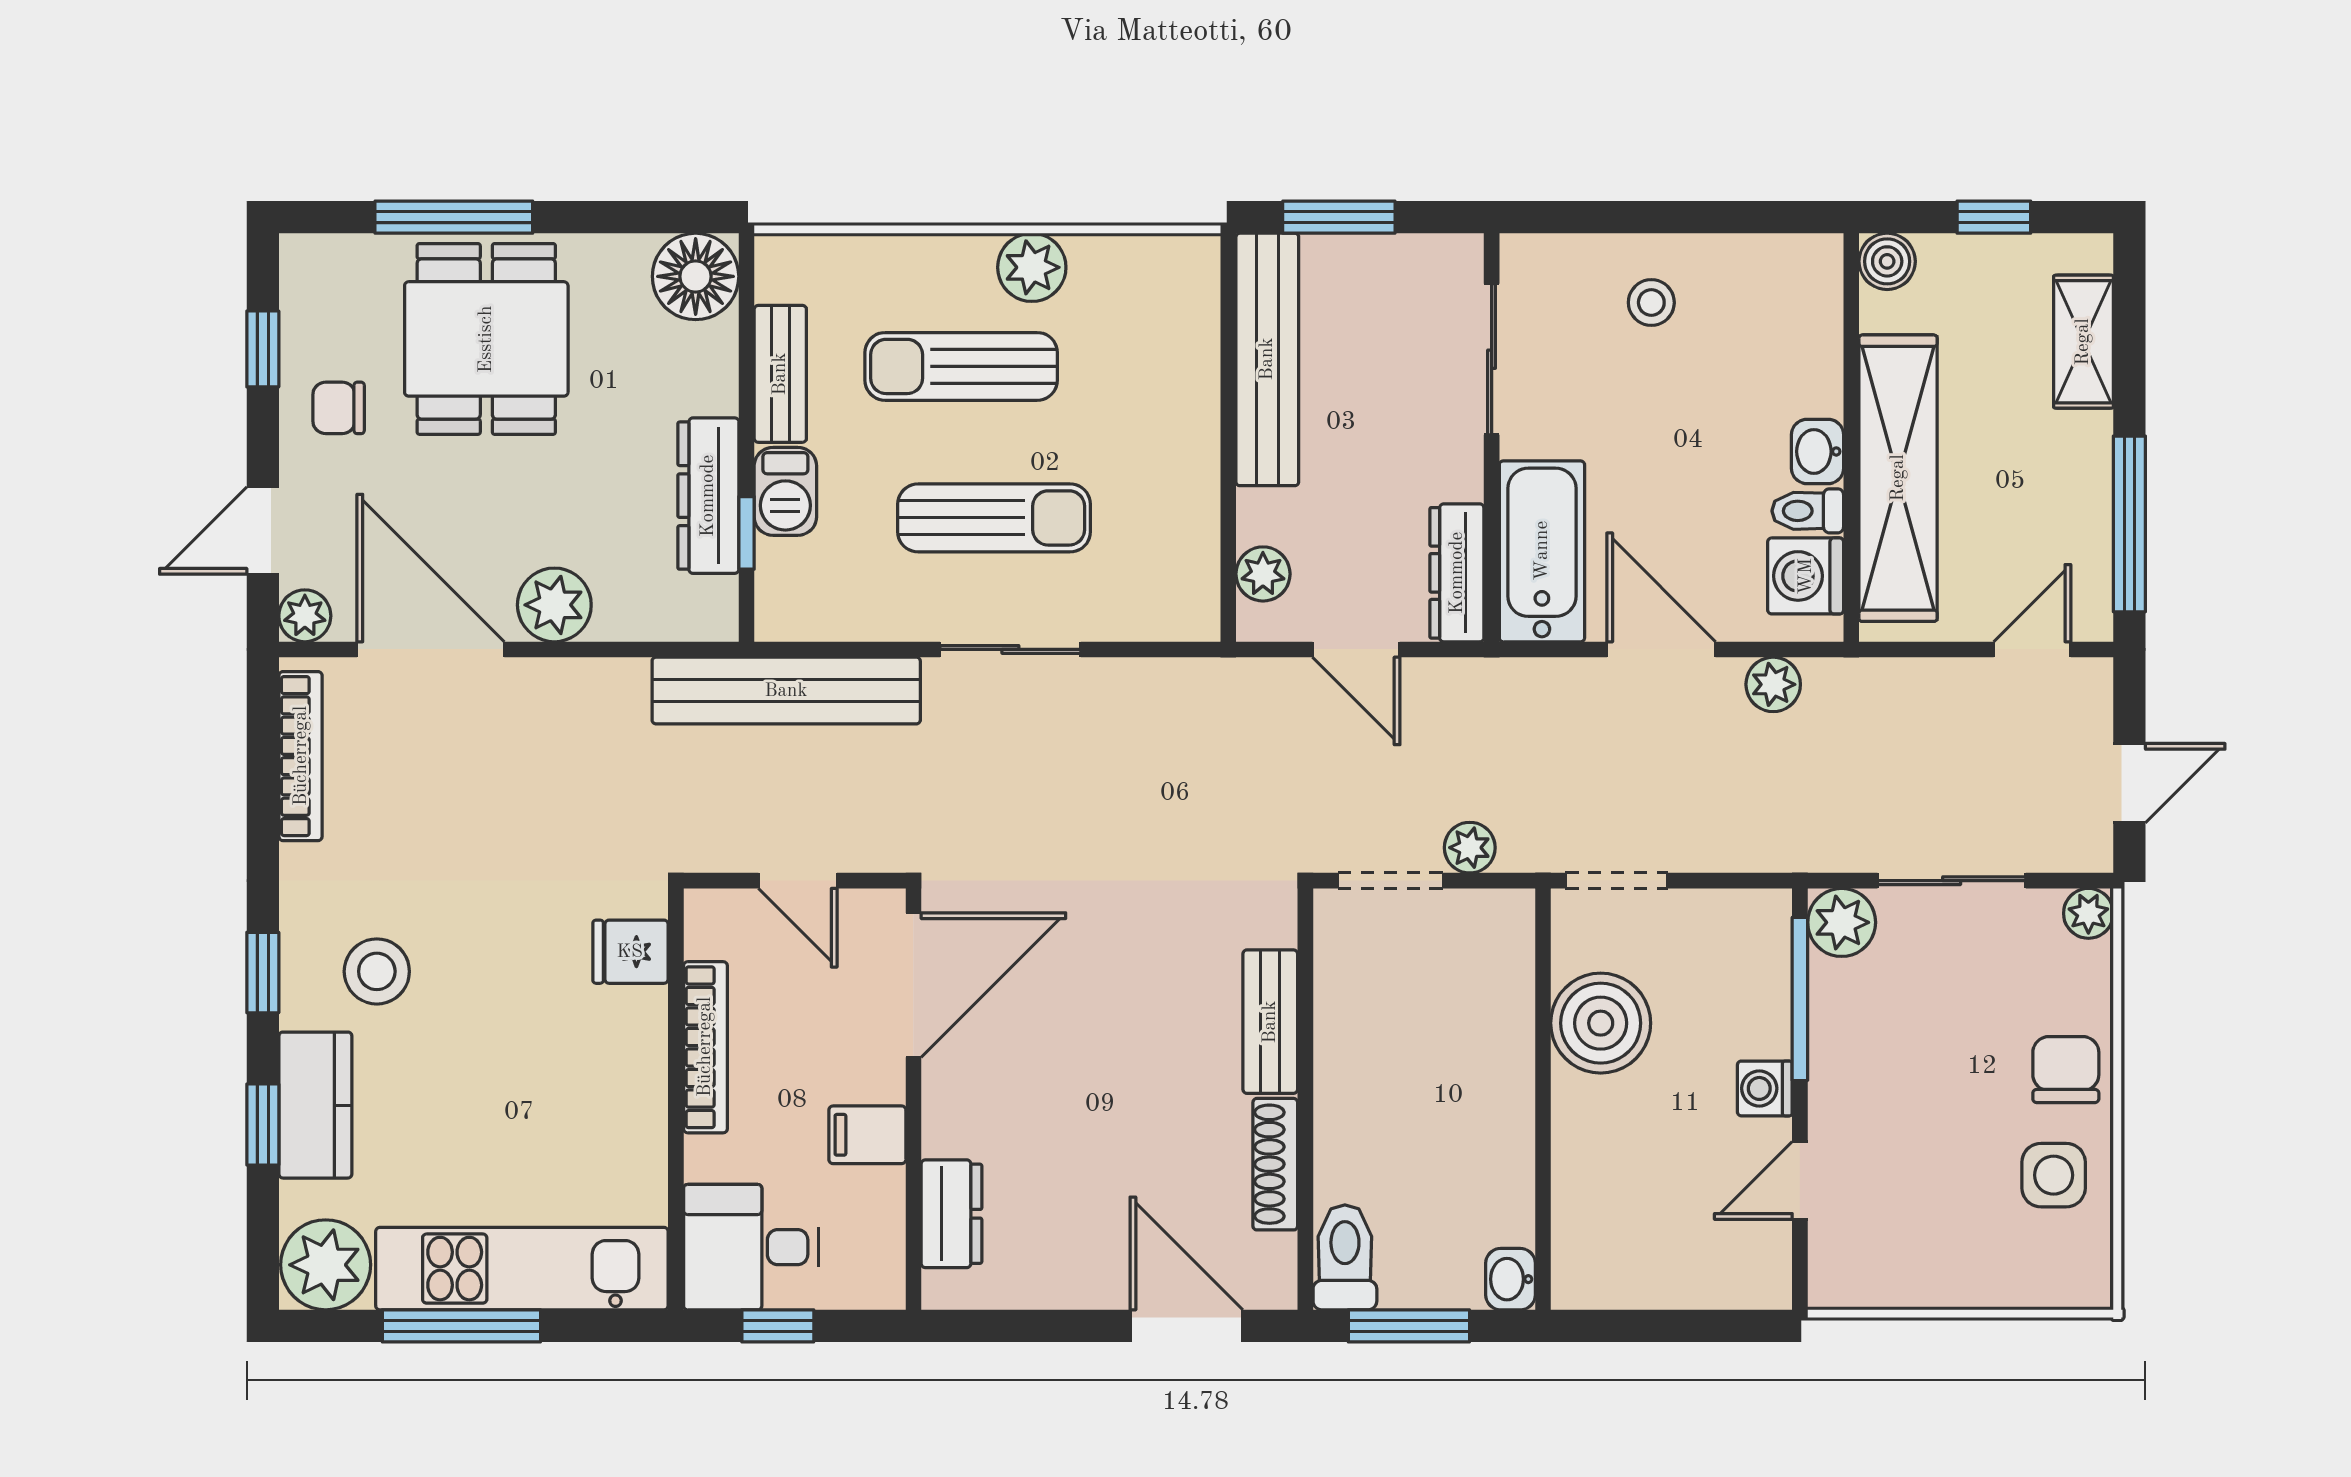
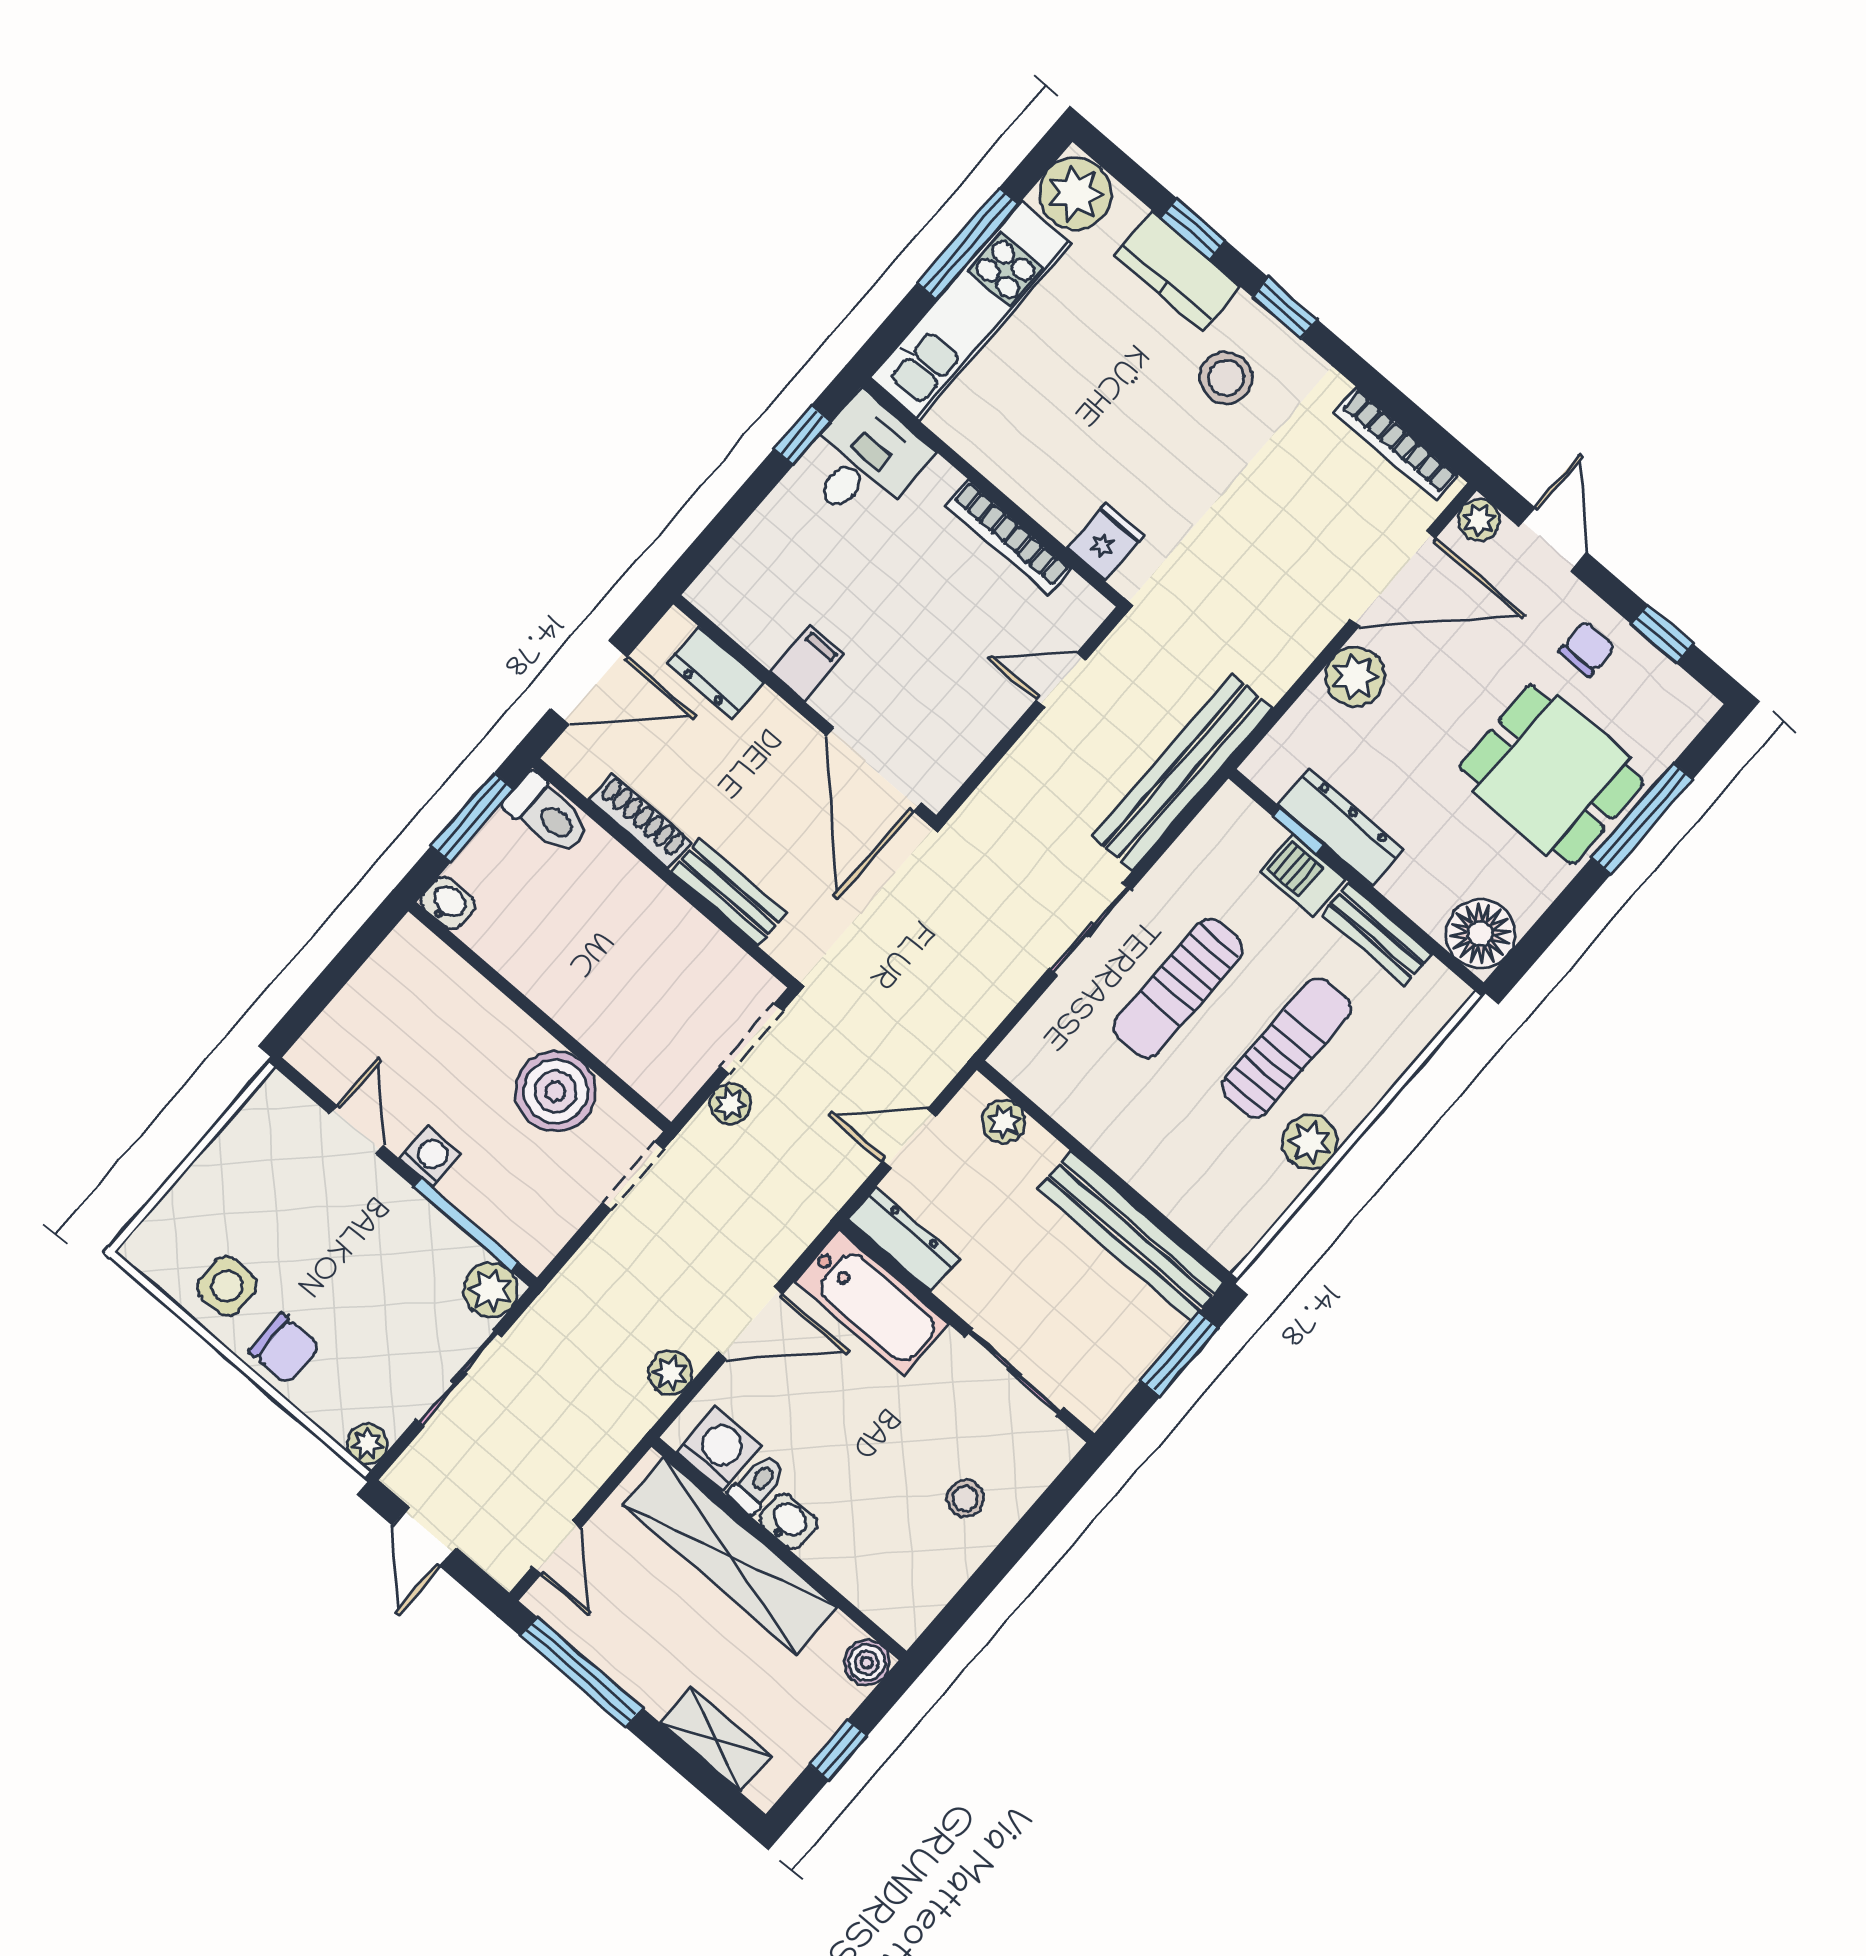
door: (913, 985) -> (874, 769), moved
wall: (913, 1099) -> (805, 710), moved
filing cabinet: (867, 1135) -> (807, 663), moved
dresser: (951, 1214) -> (716, 673), moved

